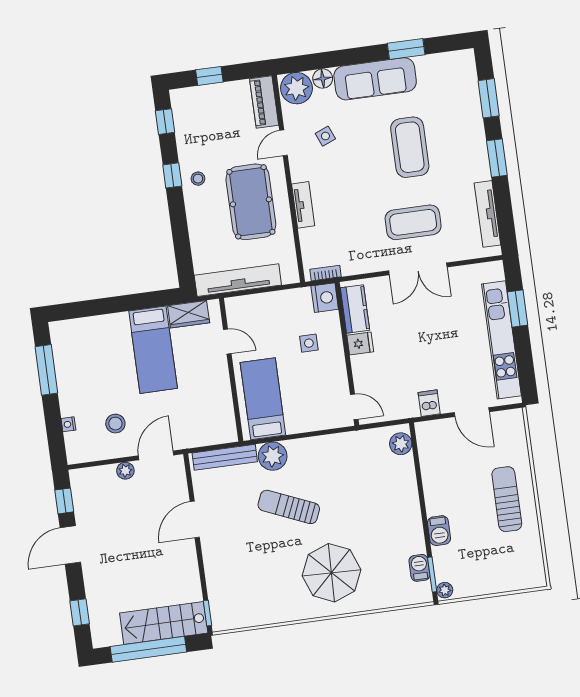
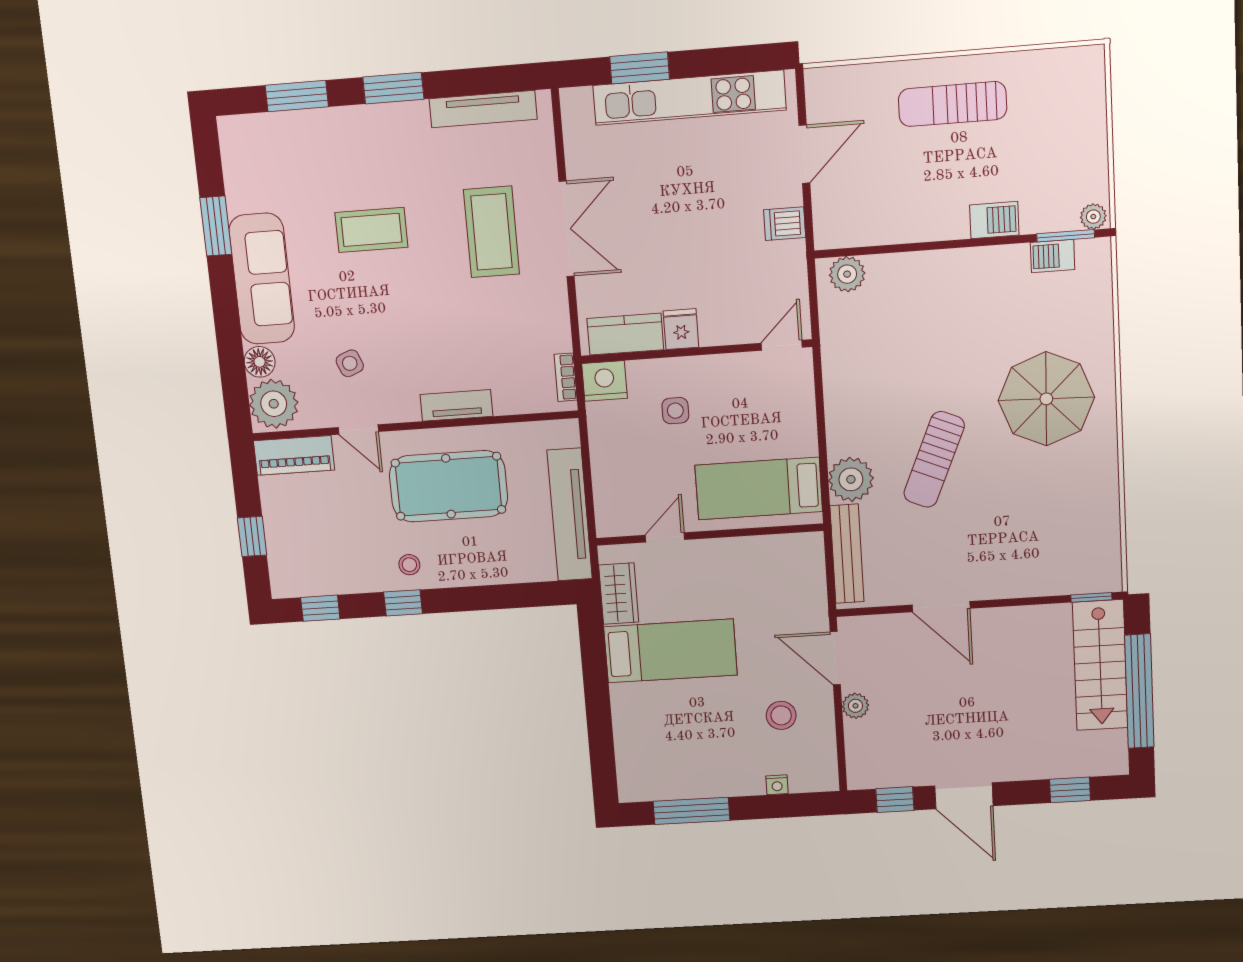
coffee table: (410, 147) -> (371, 230), width x0.73, depth x0.76

